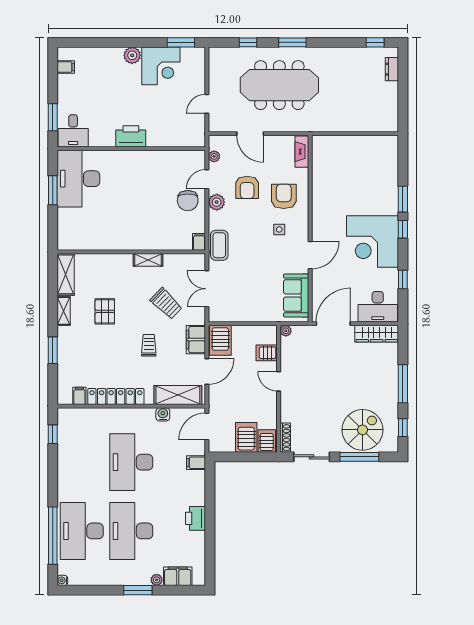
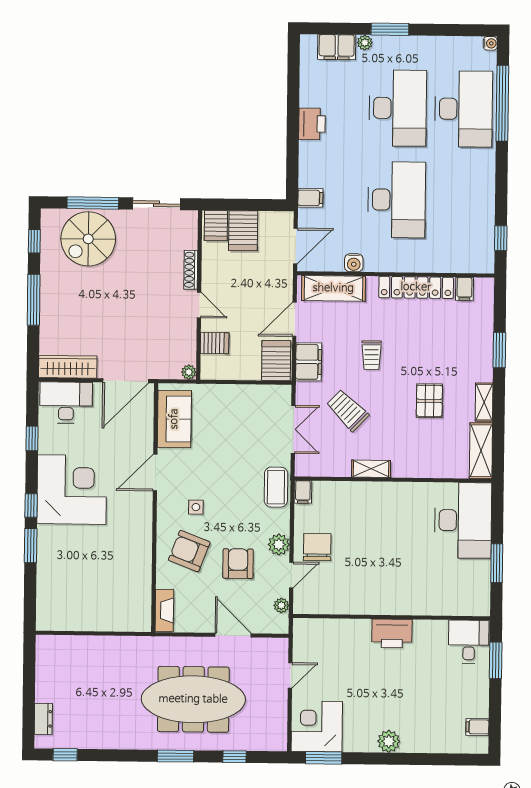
corner desk: (161, 66) -> (317, 726), moved
desk: (78, 179) -> (463, 520), moved
armchair: (284, 196) -> (189, 551), turned 111
shoe rack: (285, 438) -> (191, 270), moved

